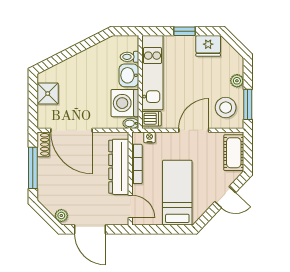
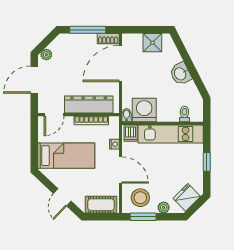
fridge: (208, 46) -> (187, 197), moved, turned 45
washbasin: (129, 75) -> (181, 74), moved, turned -117
nightstand: (150, 137) -> (114, 144), moved

